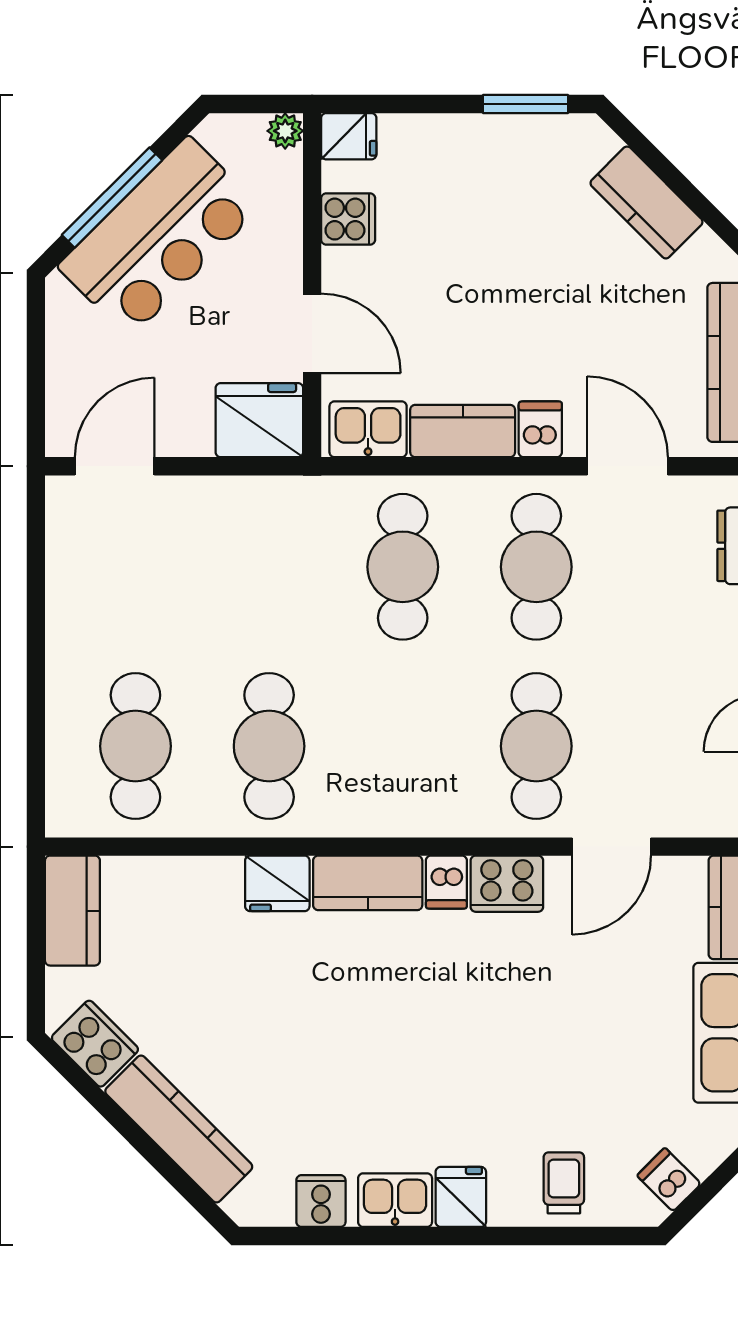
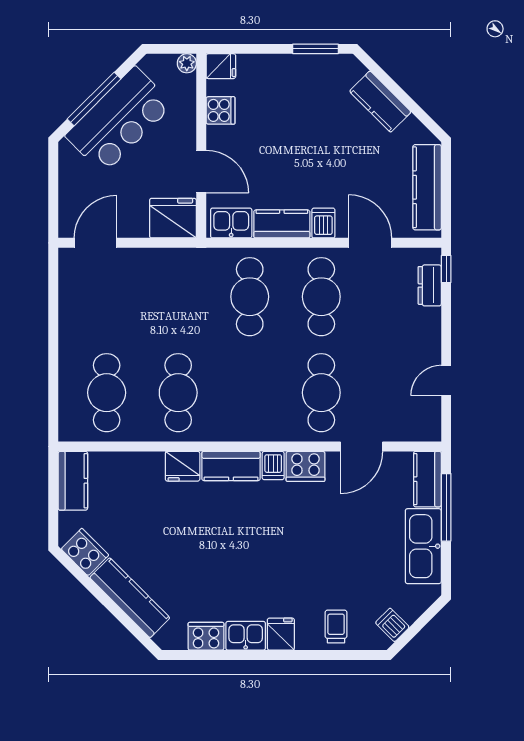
cooker: (321, 1201) -> (206, 636), width x1.36

